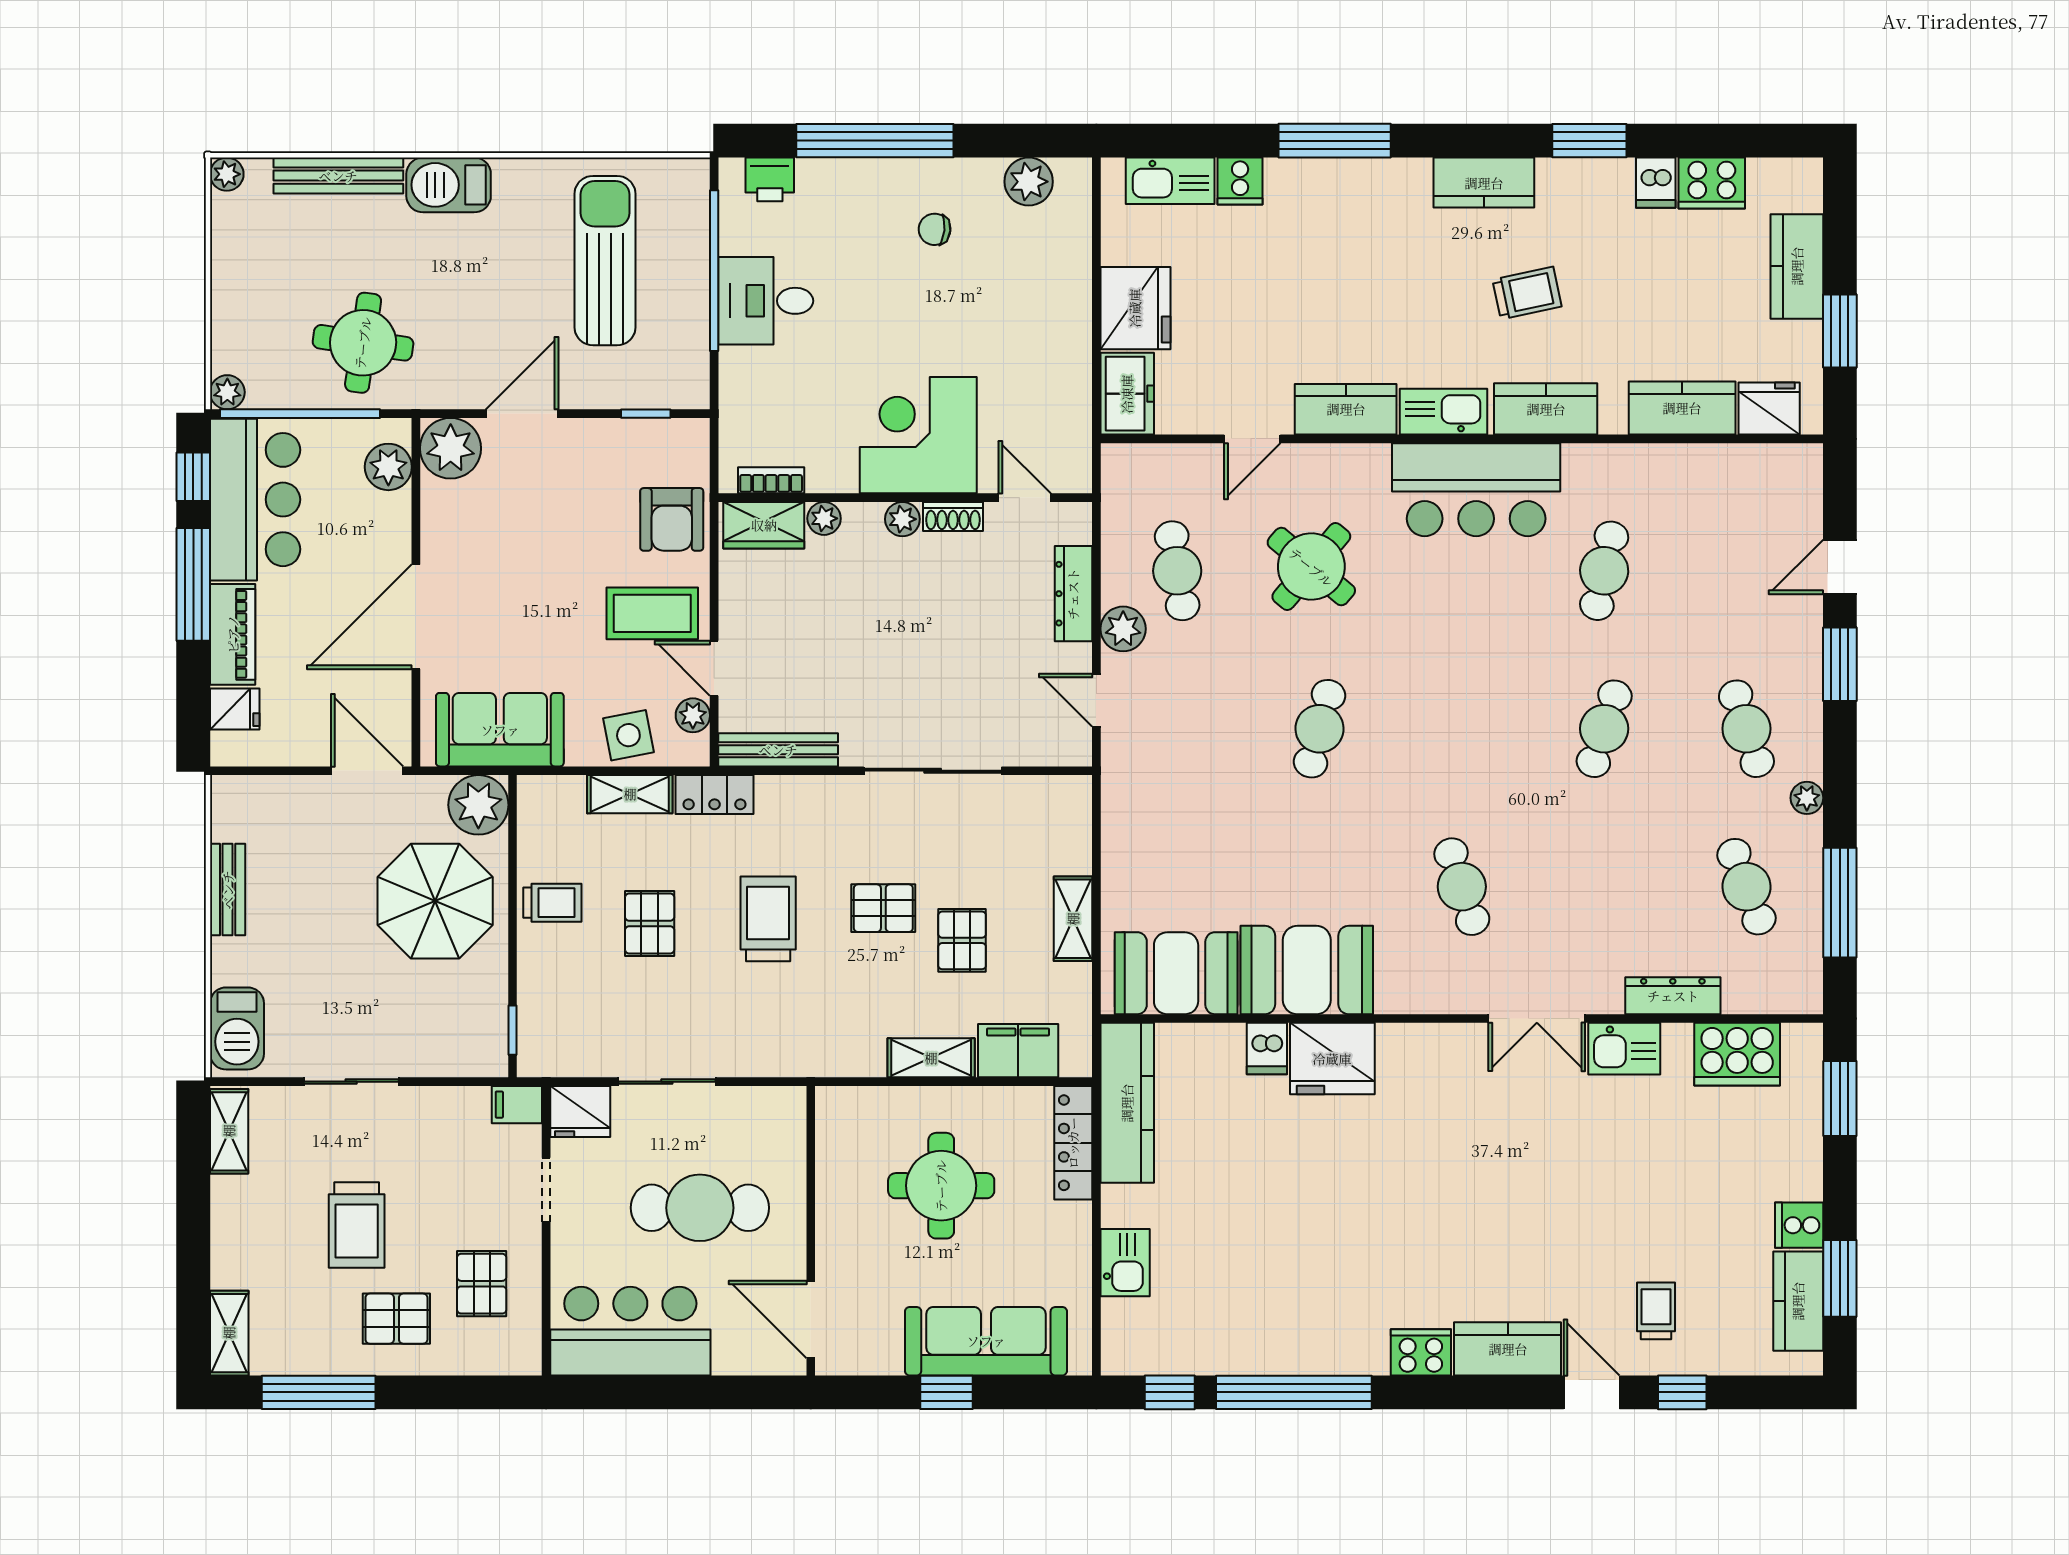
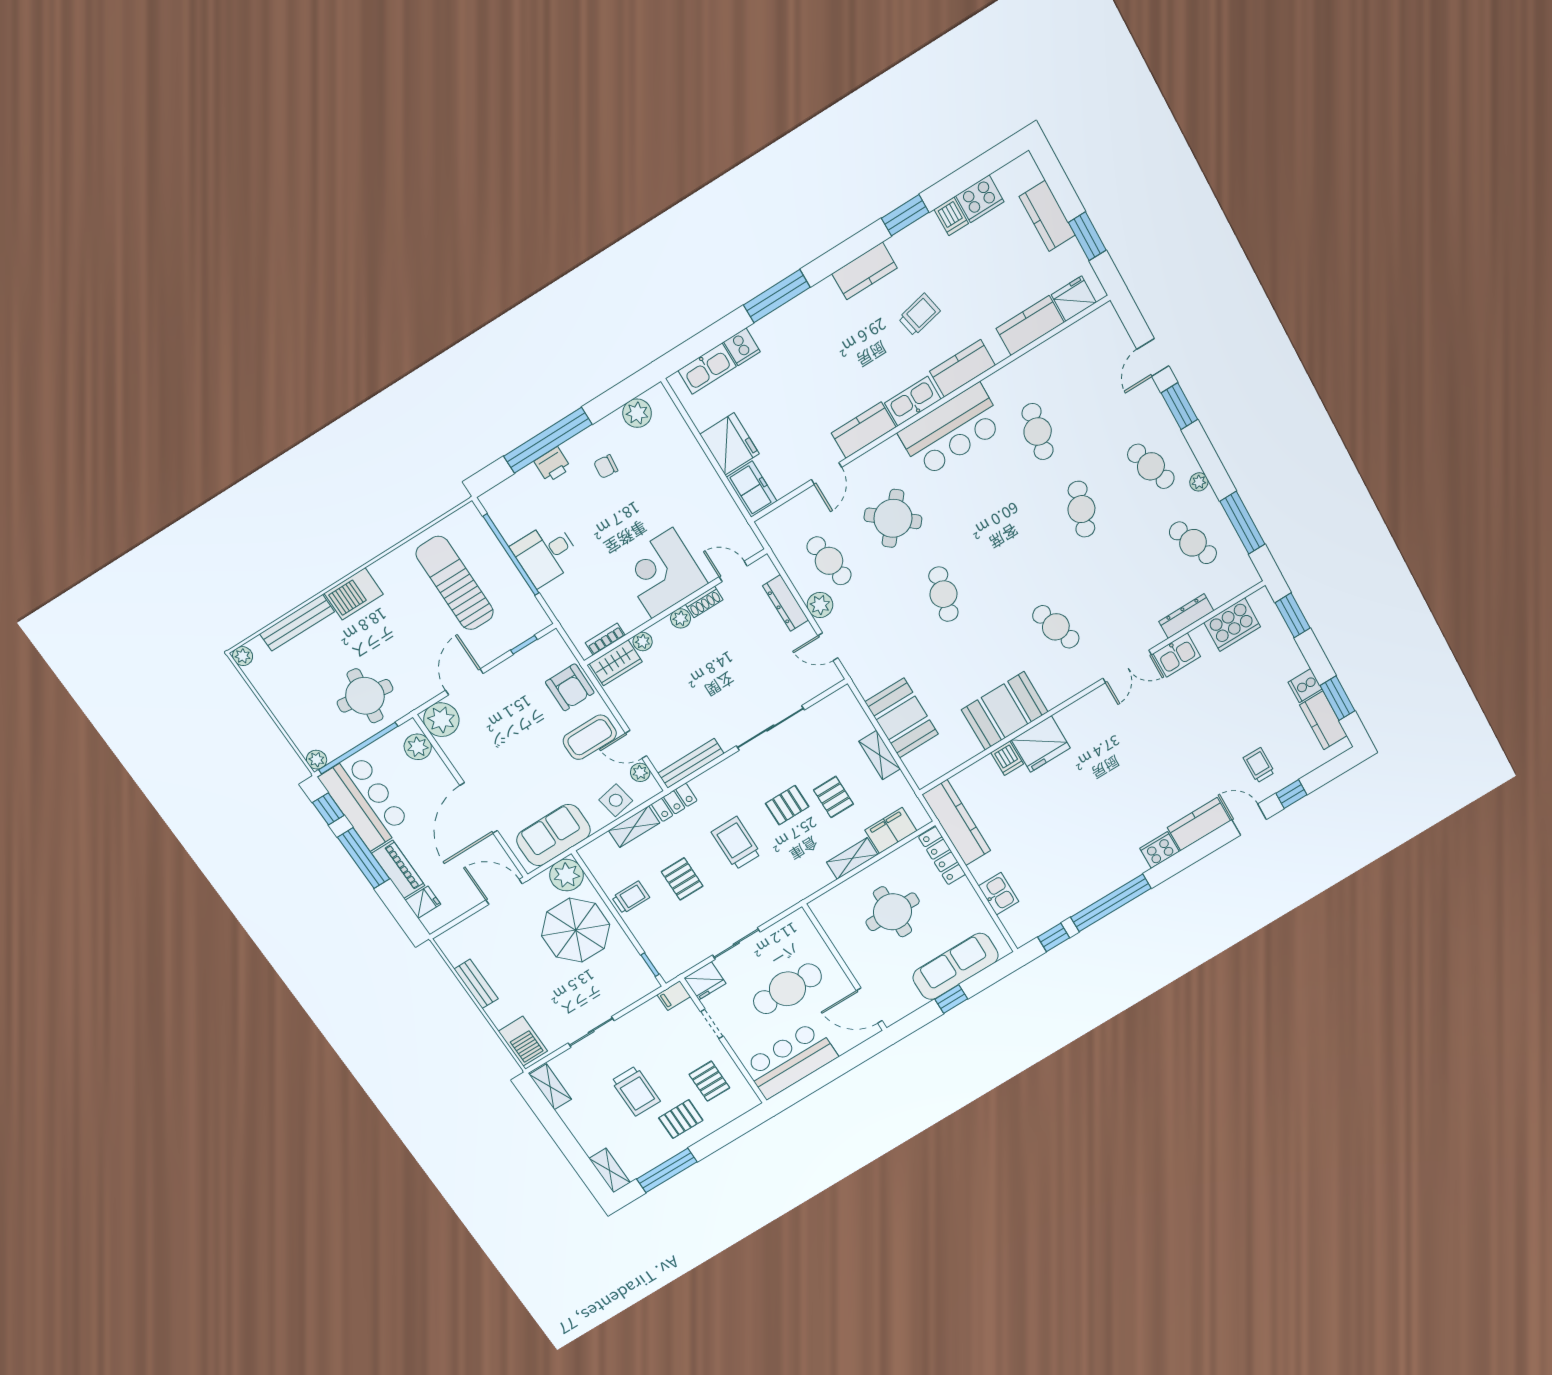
printer: (770, 179) -> (553, 465), moved
booth: (1176, 973) -> (902, 718), moved, turned 90

